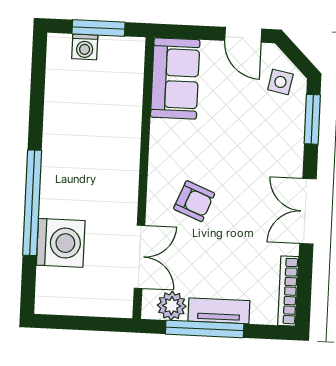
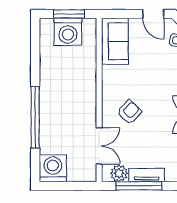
washing machine: (85, 47) -> (68, 32), width x1.89, depth x1.89
armchair: (194, 201) -> (129, 112), turned -70
washing machine: (61, 243) -> (53, 168), moved, turned -90

